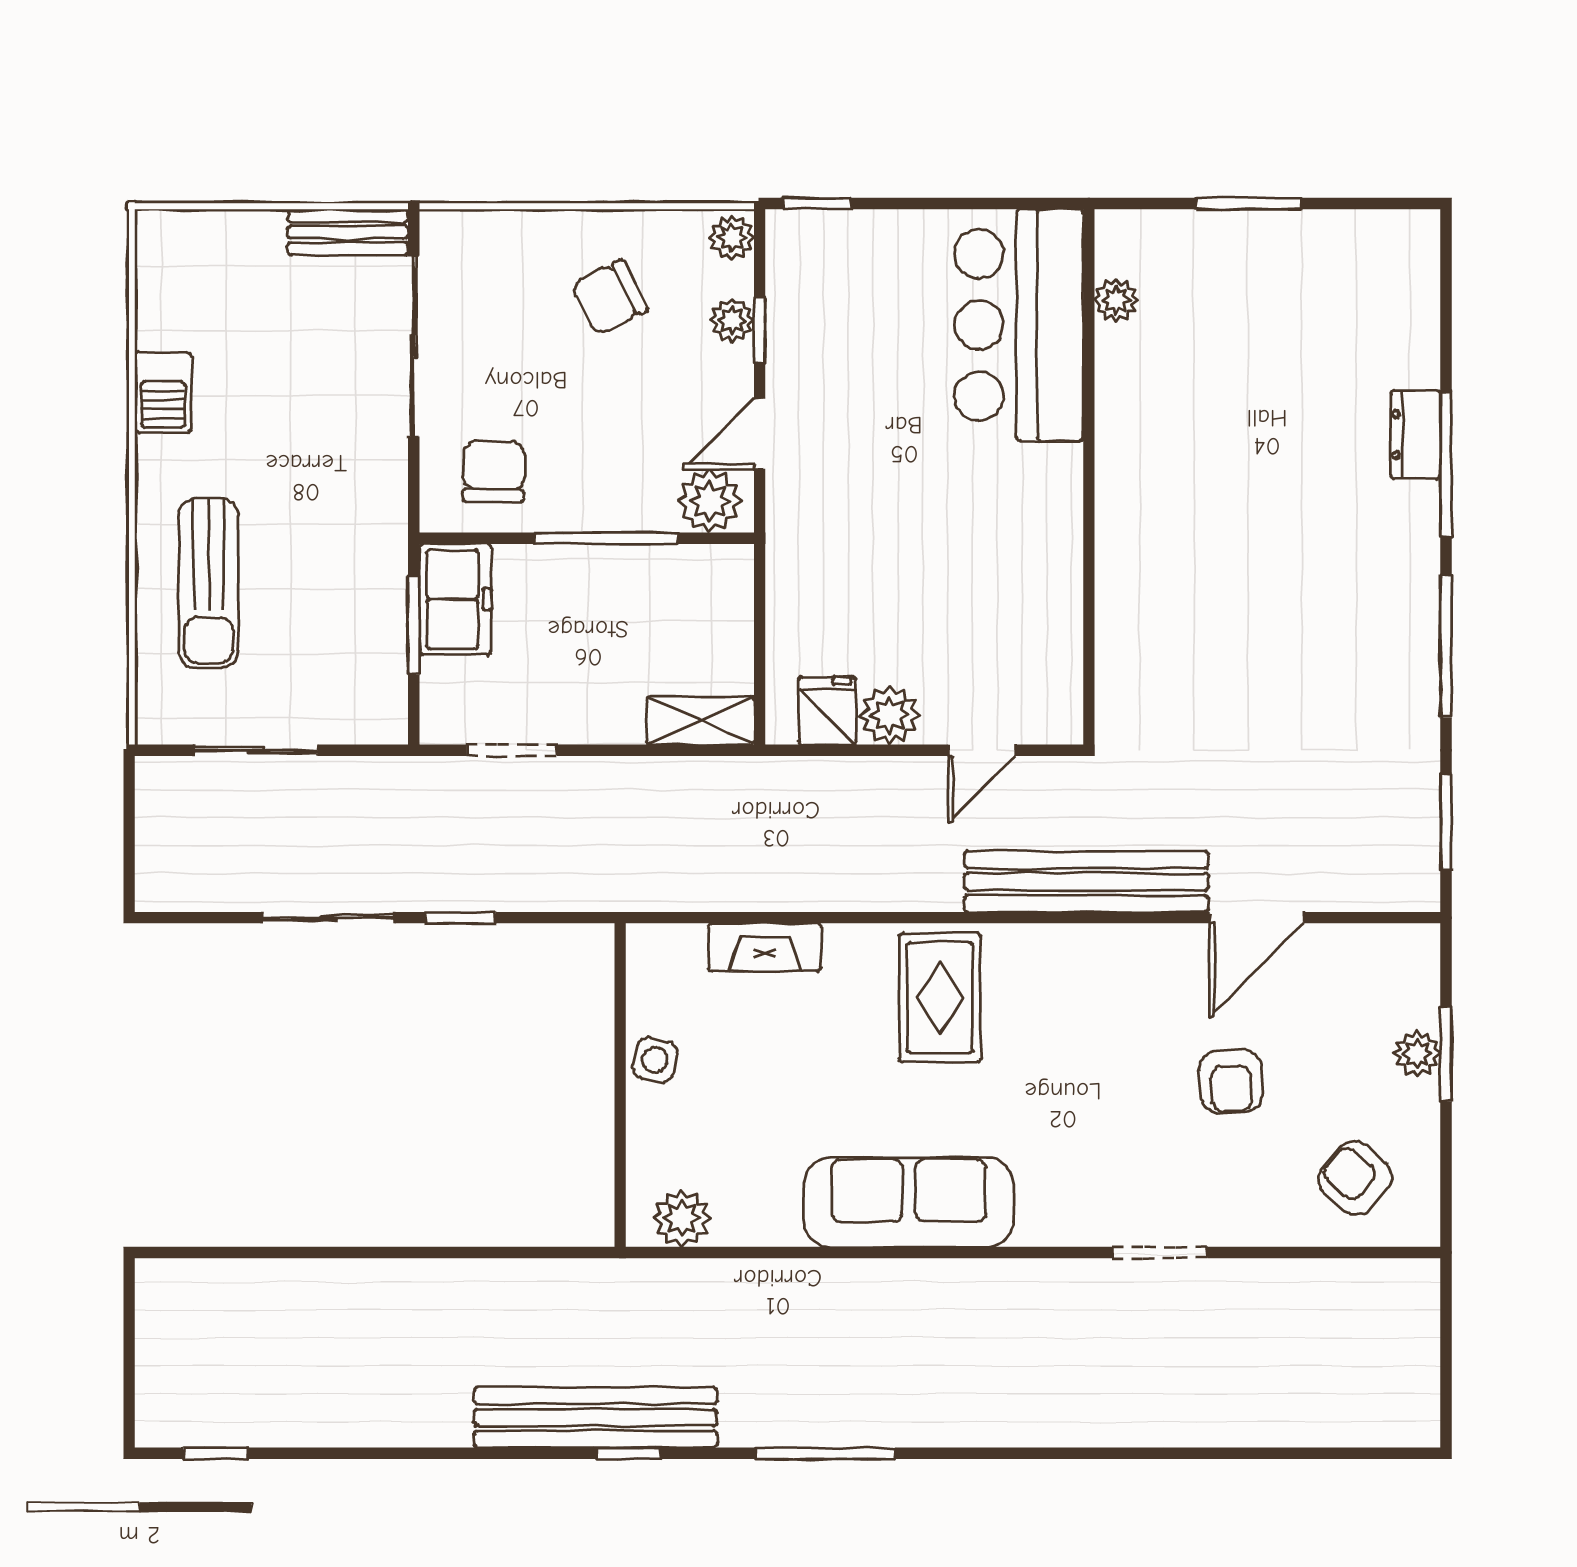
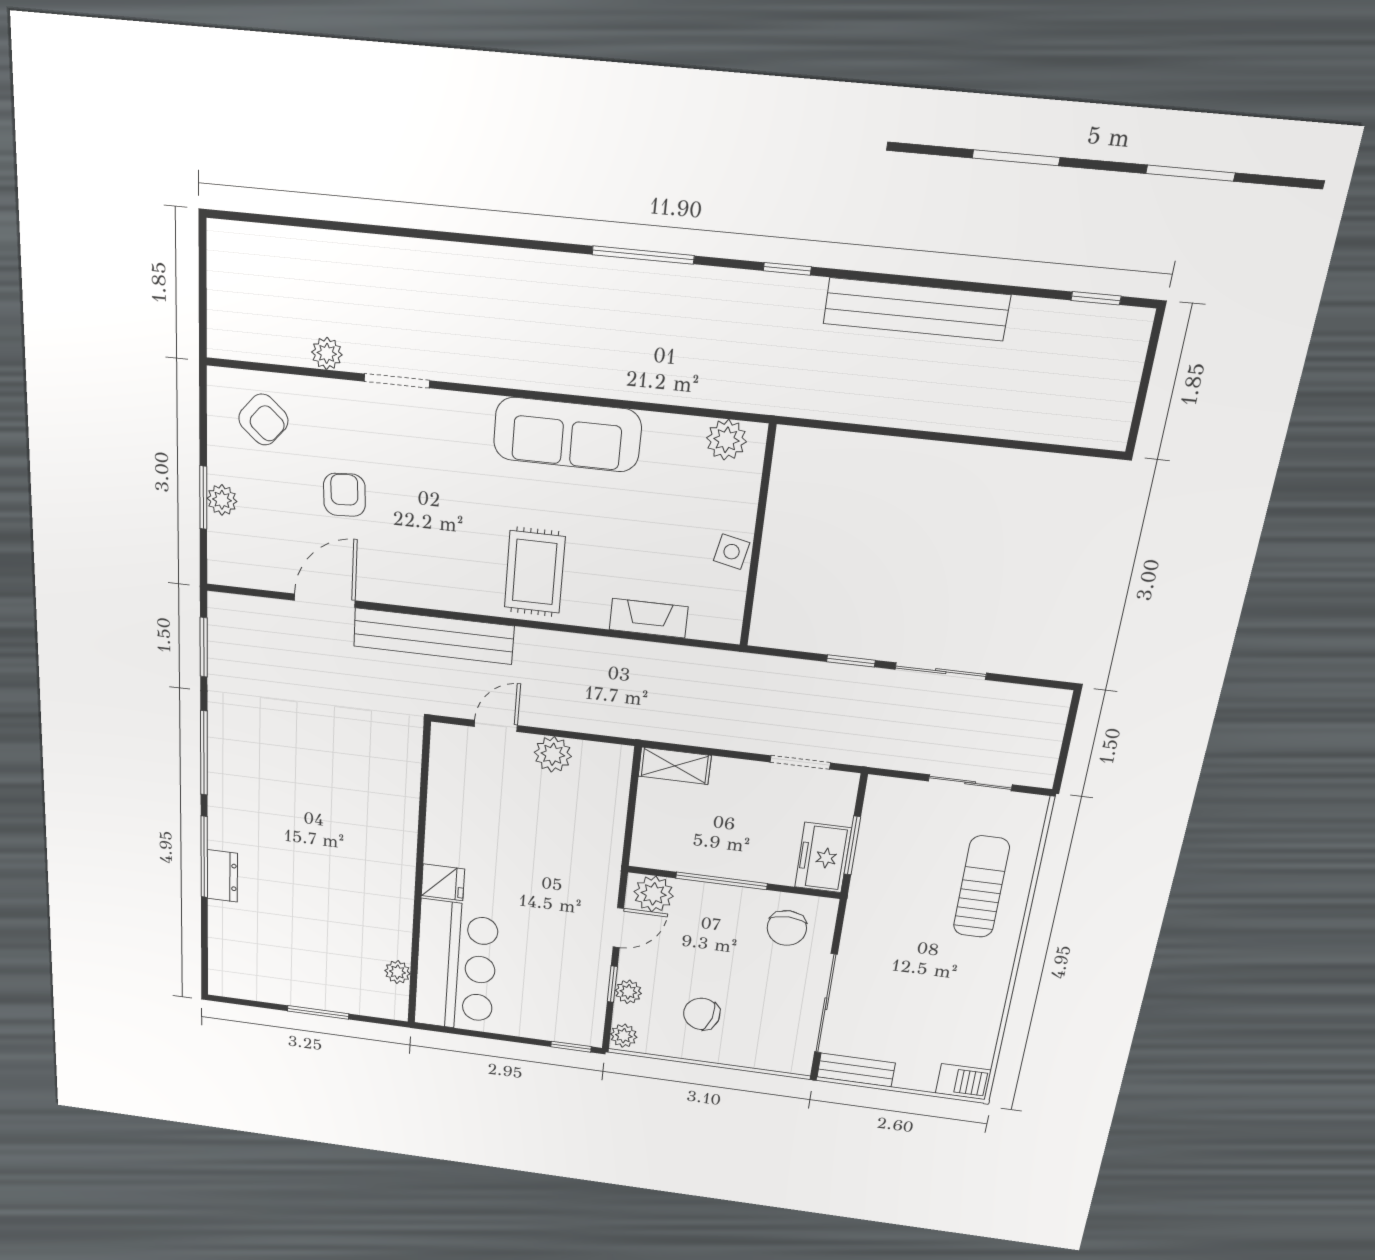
chair: (609, 297) -> (702, 1014), turned -138
barbecue: (163, 393) -> (963, 1082), moved, turned 90
fridge: (827, 711) -> (443, 882), moved, turned -90
plant: (1263, 1281) -> (327, 353), added
bench: (596, 1417) -> (916, 309), moved

